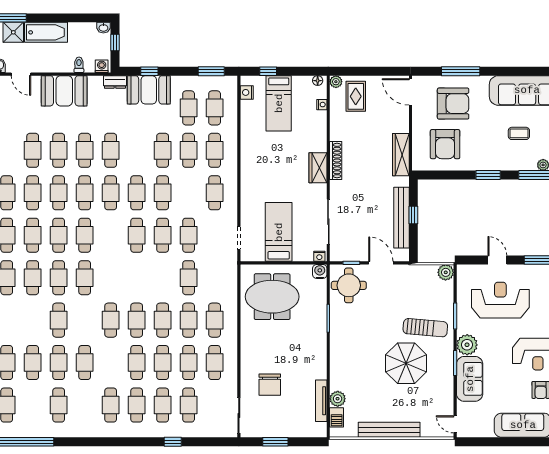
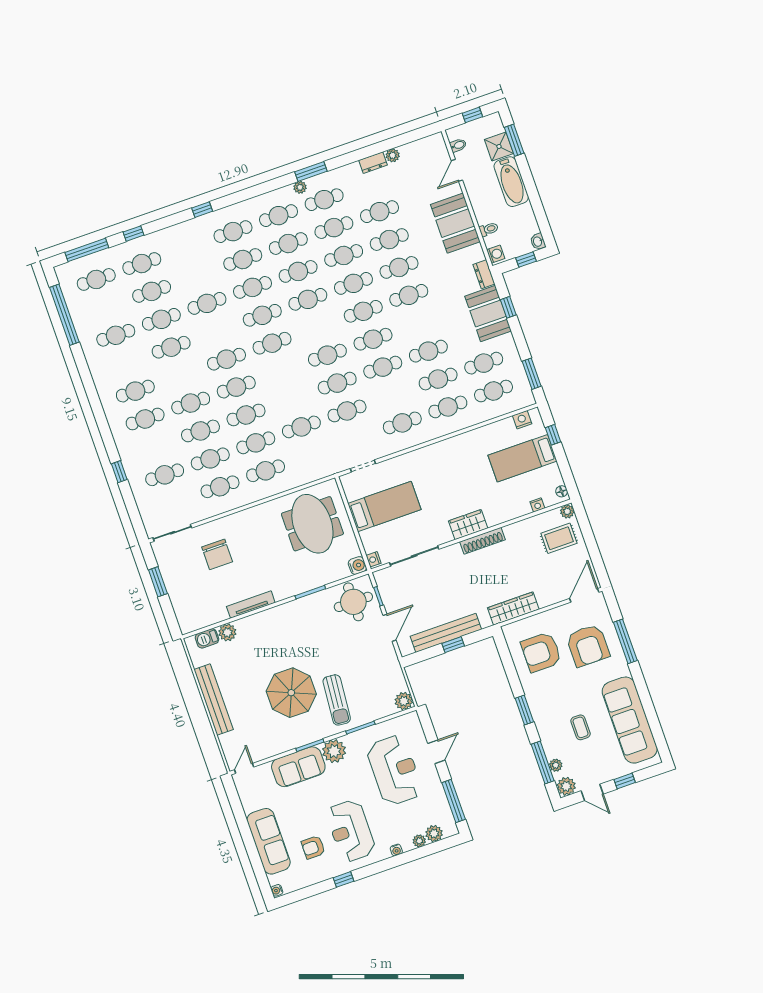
chair: (270, 385) -> (217, 554), turned -90
tv unit: (321, 401) -> (251, 605), moved
cafe table: (163, 405) -> (272, 343), moved

